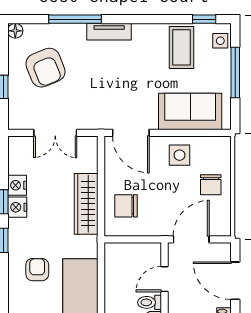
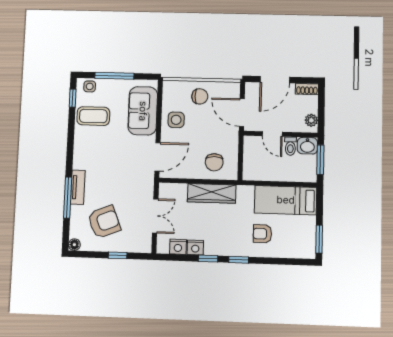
tv unit: (109, 32) -> (78, 187), moved
nightstand: (17, 207) -> (178, 247), moved

